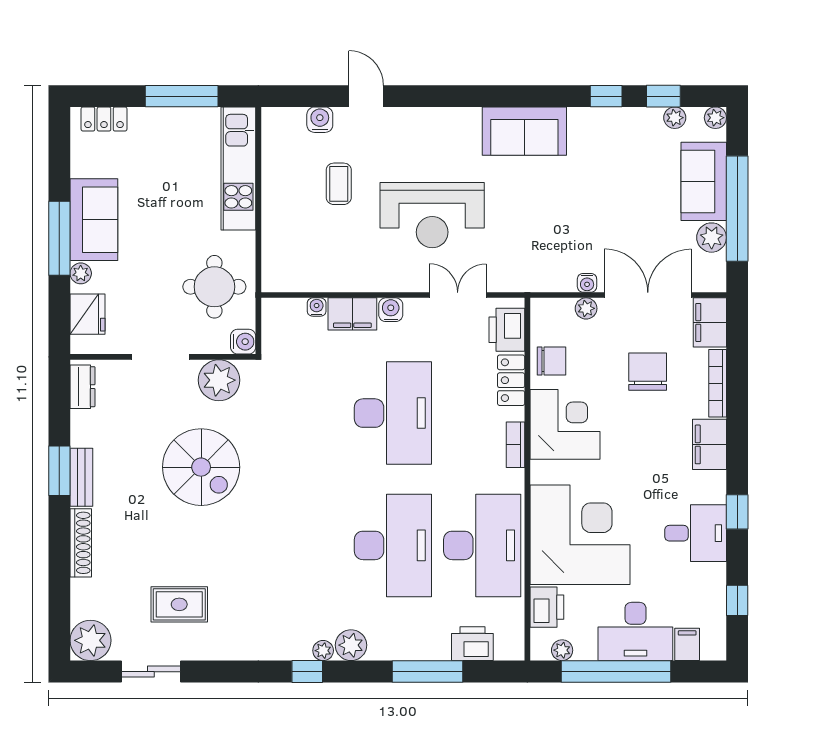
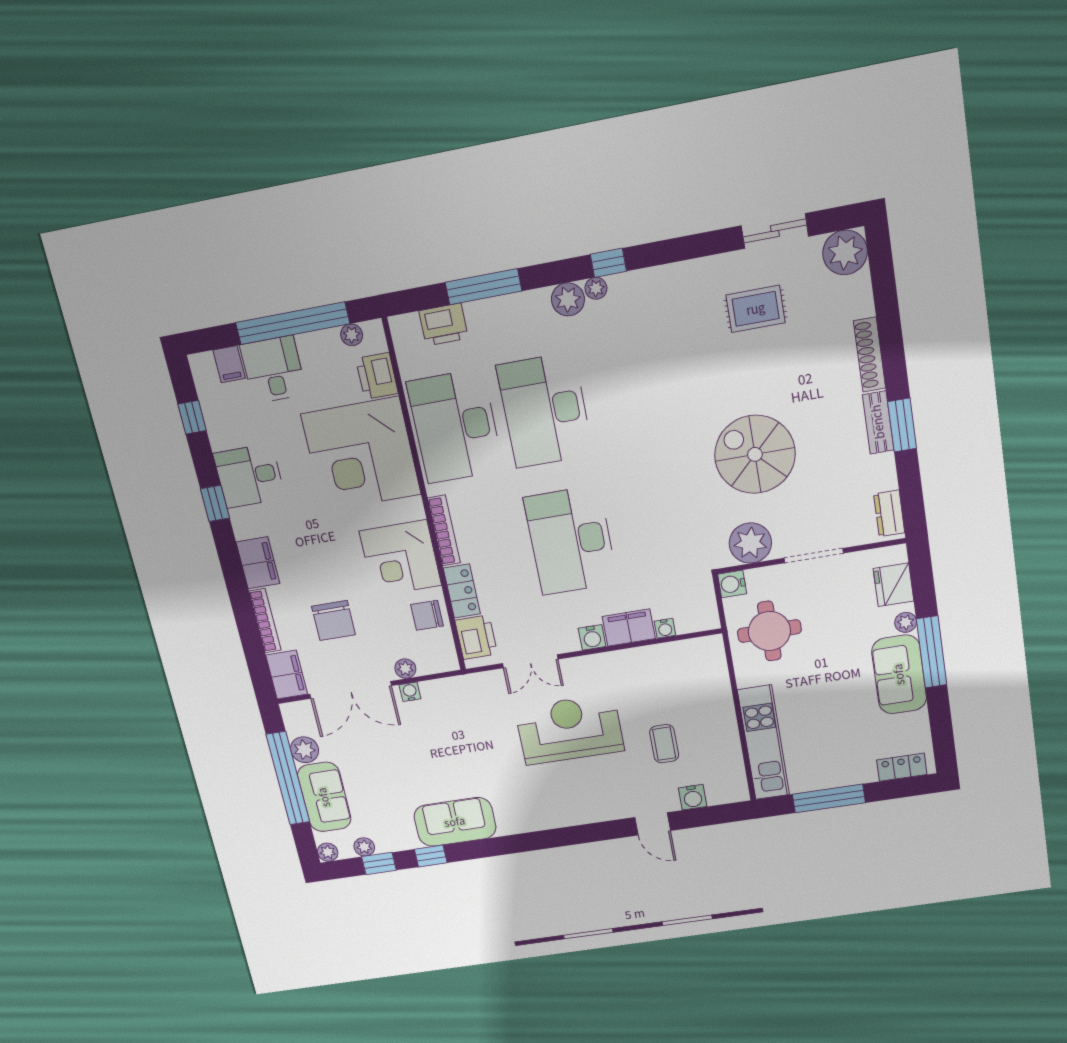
sofa: (524, 131) -> (455, 822), moved
bookcase: (516, 445) -> (444, 531), width x1.56
desk: (635, 631) -> (273, 370), width x0.73

